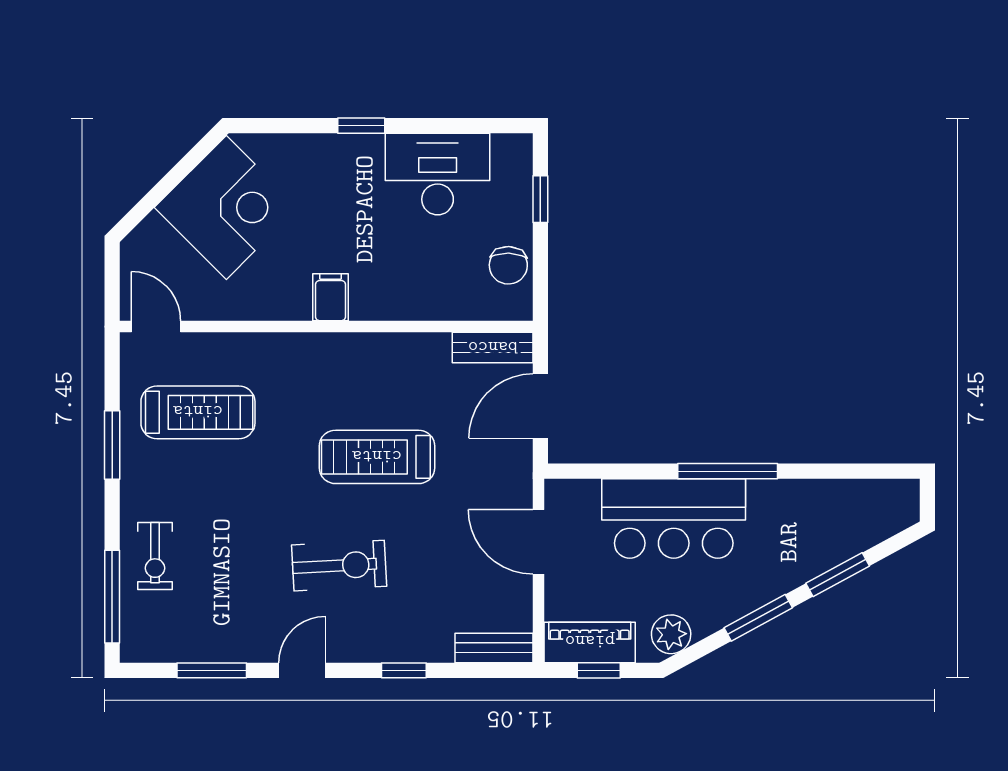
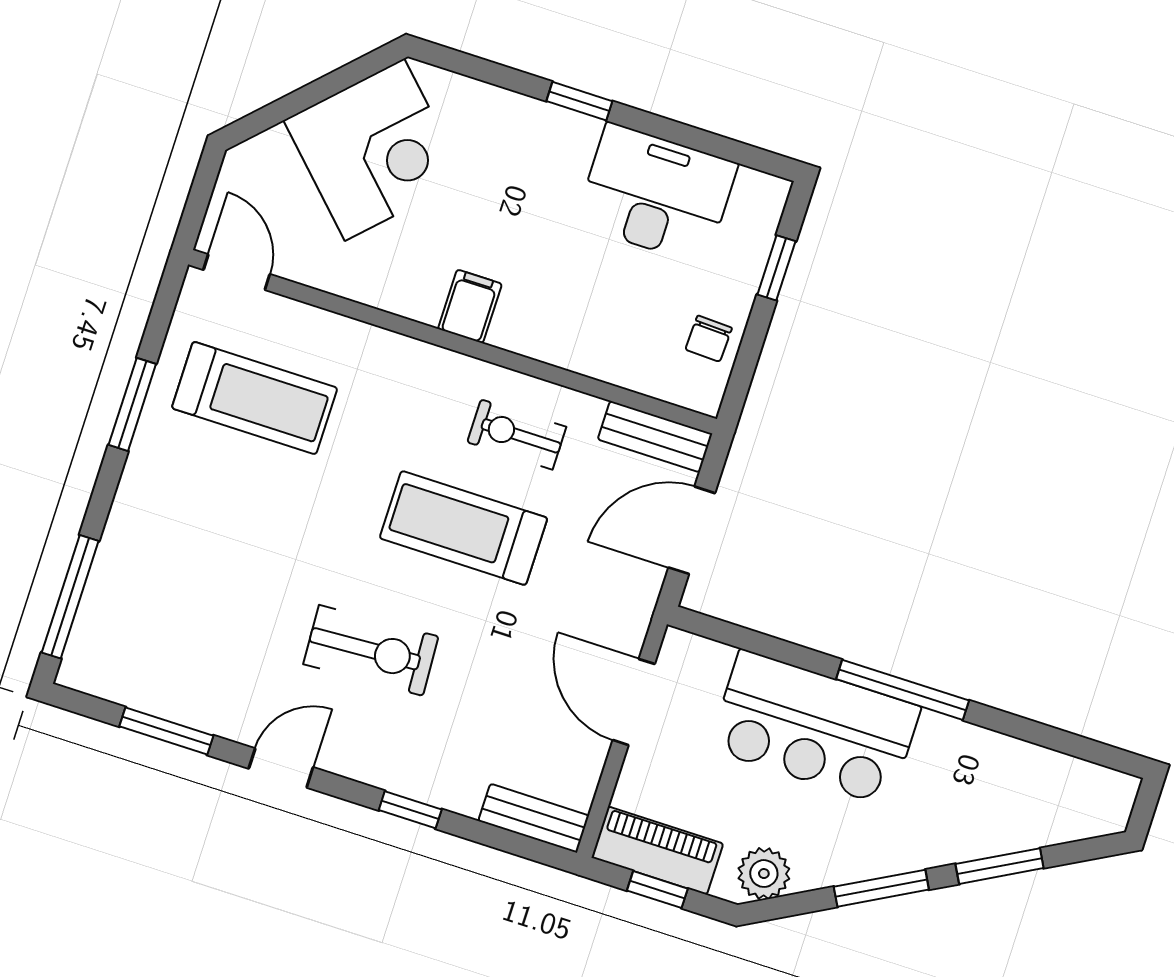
chair: (508, 265) -> (709, 339), width x0.73, depth x0.73
exercise bike: (155, 556) -> (517, 434), moved, turned 90

